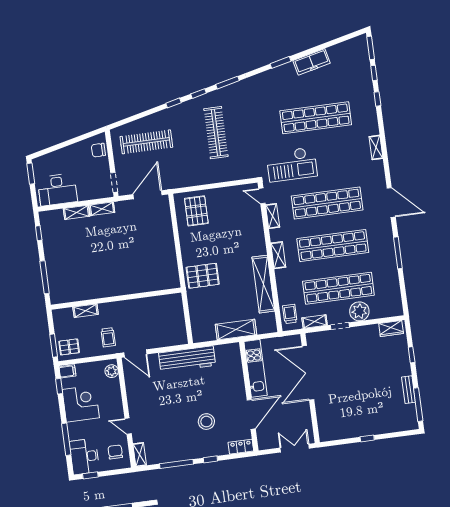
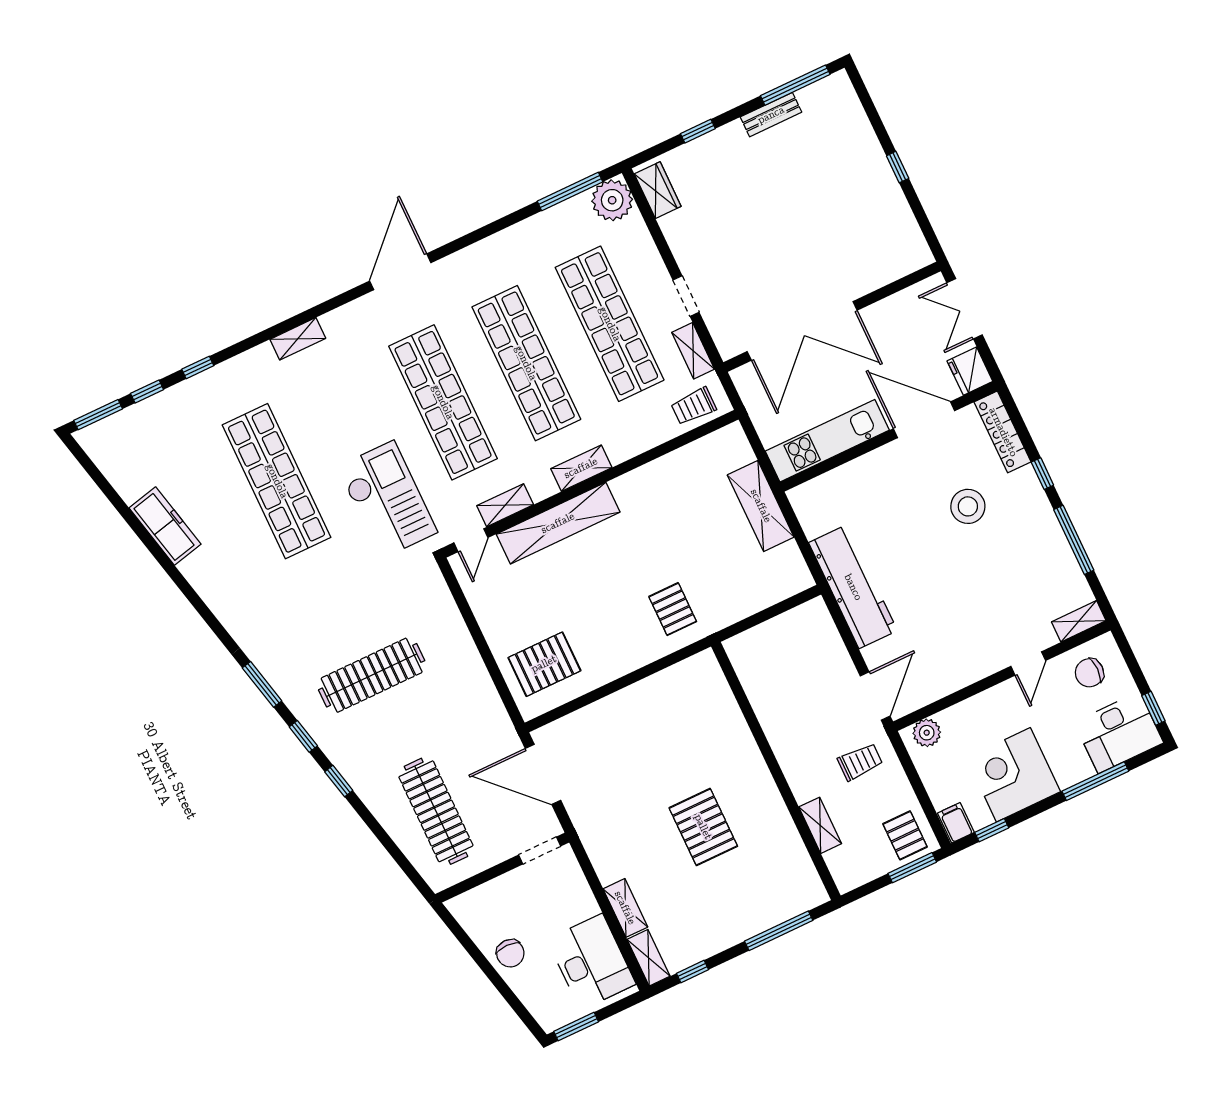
window: (280, 62) -> (187, 589), removed
chair: (98, 150) -> (510, 953), moved
shelving: (102, 209) -> (649, 958), moved
window: (398, 253) -> (570, 192), moved
pallet: (101, 258) -> (703, 827), added
pallet: (203, 276) -> (673, 609), width x0.67, depth x0.71
shelving: (263, 284) -> (558, 523), moved
plant: (359, 311) -> (612, 200), moved
fridge: (266, 442) -> (970, 371), added
locker: (241, 447) -> (1003, 432), width x1.53

